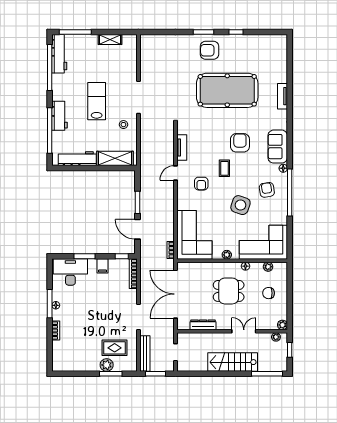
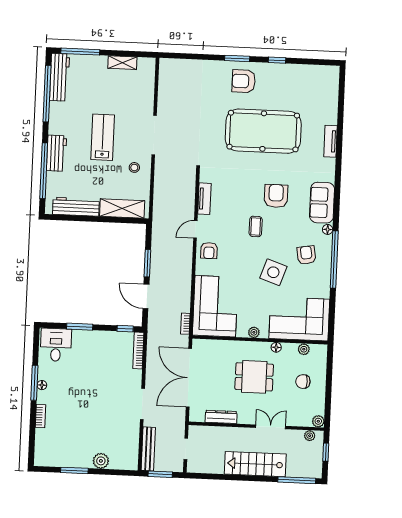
armchair: (201, 184) -> (209, 251), moved
filing cabinet: (102, 266) -> (101, 339), removed
desk: (70, 272) -> (56, 345), width x0.73
rug: (115, 348) -> (111, 440), removed
window: (111, 374) -> (74, 470), moved

